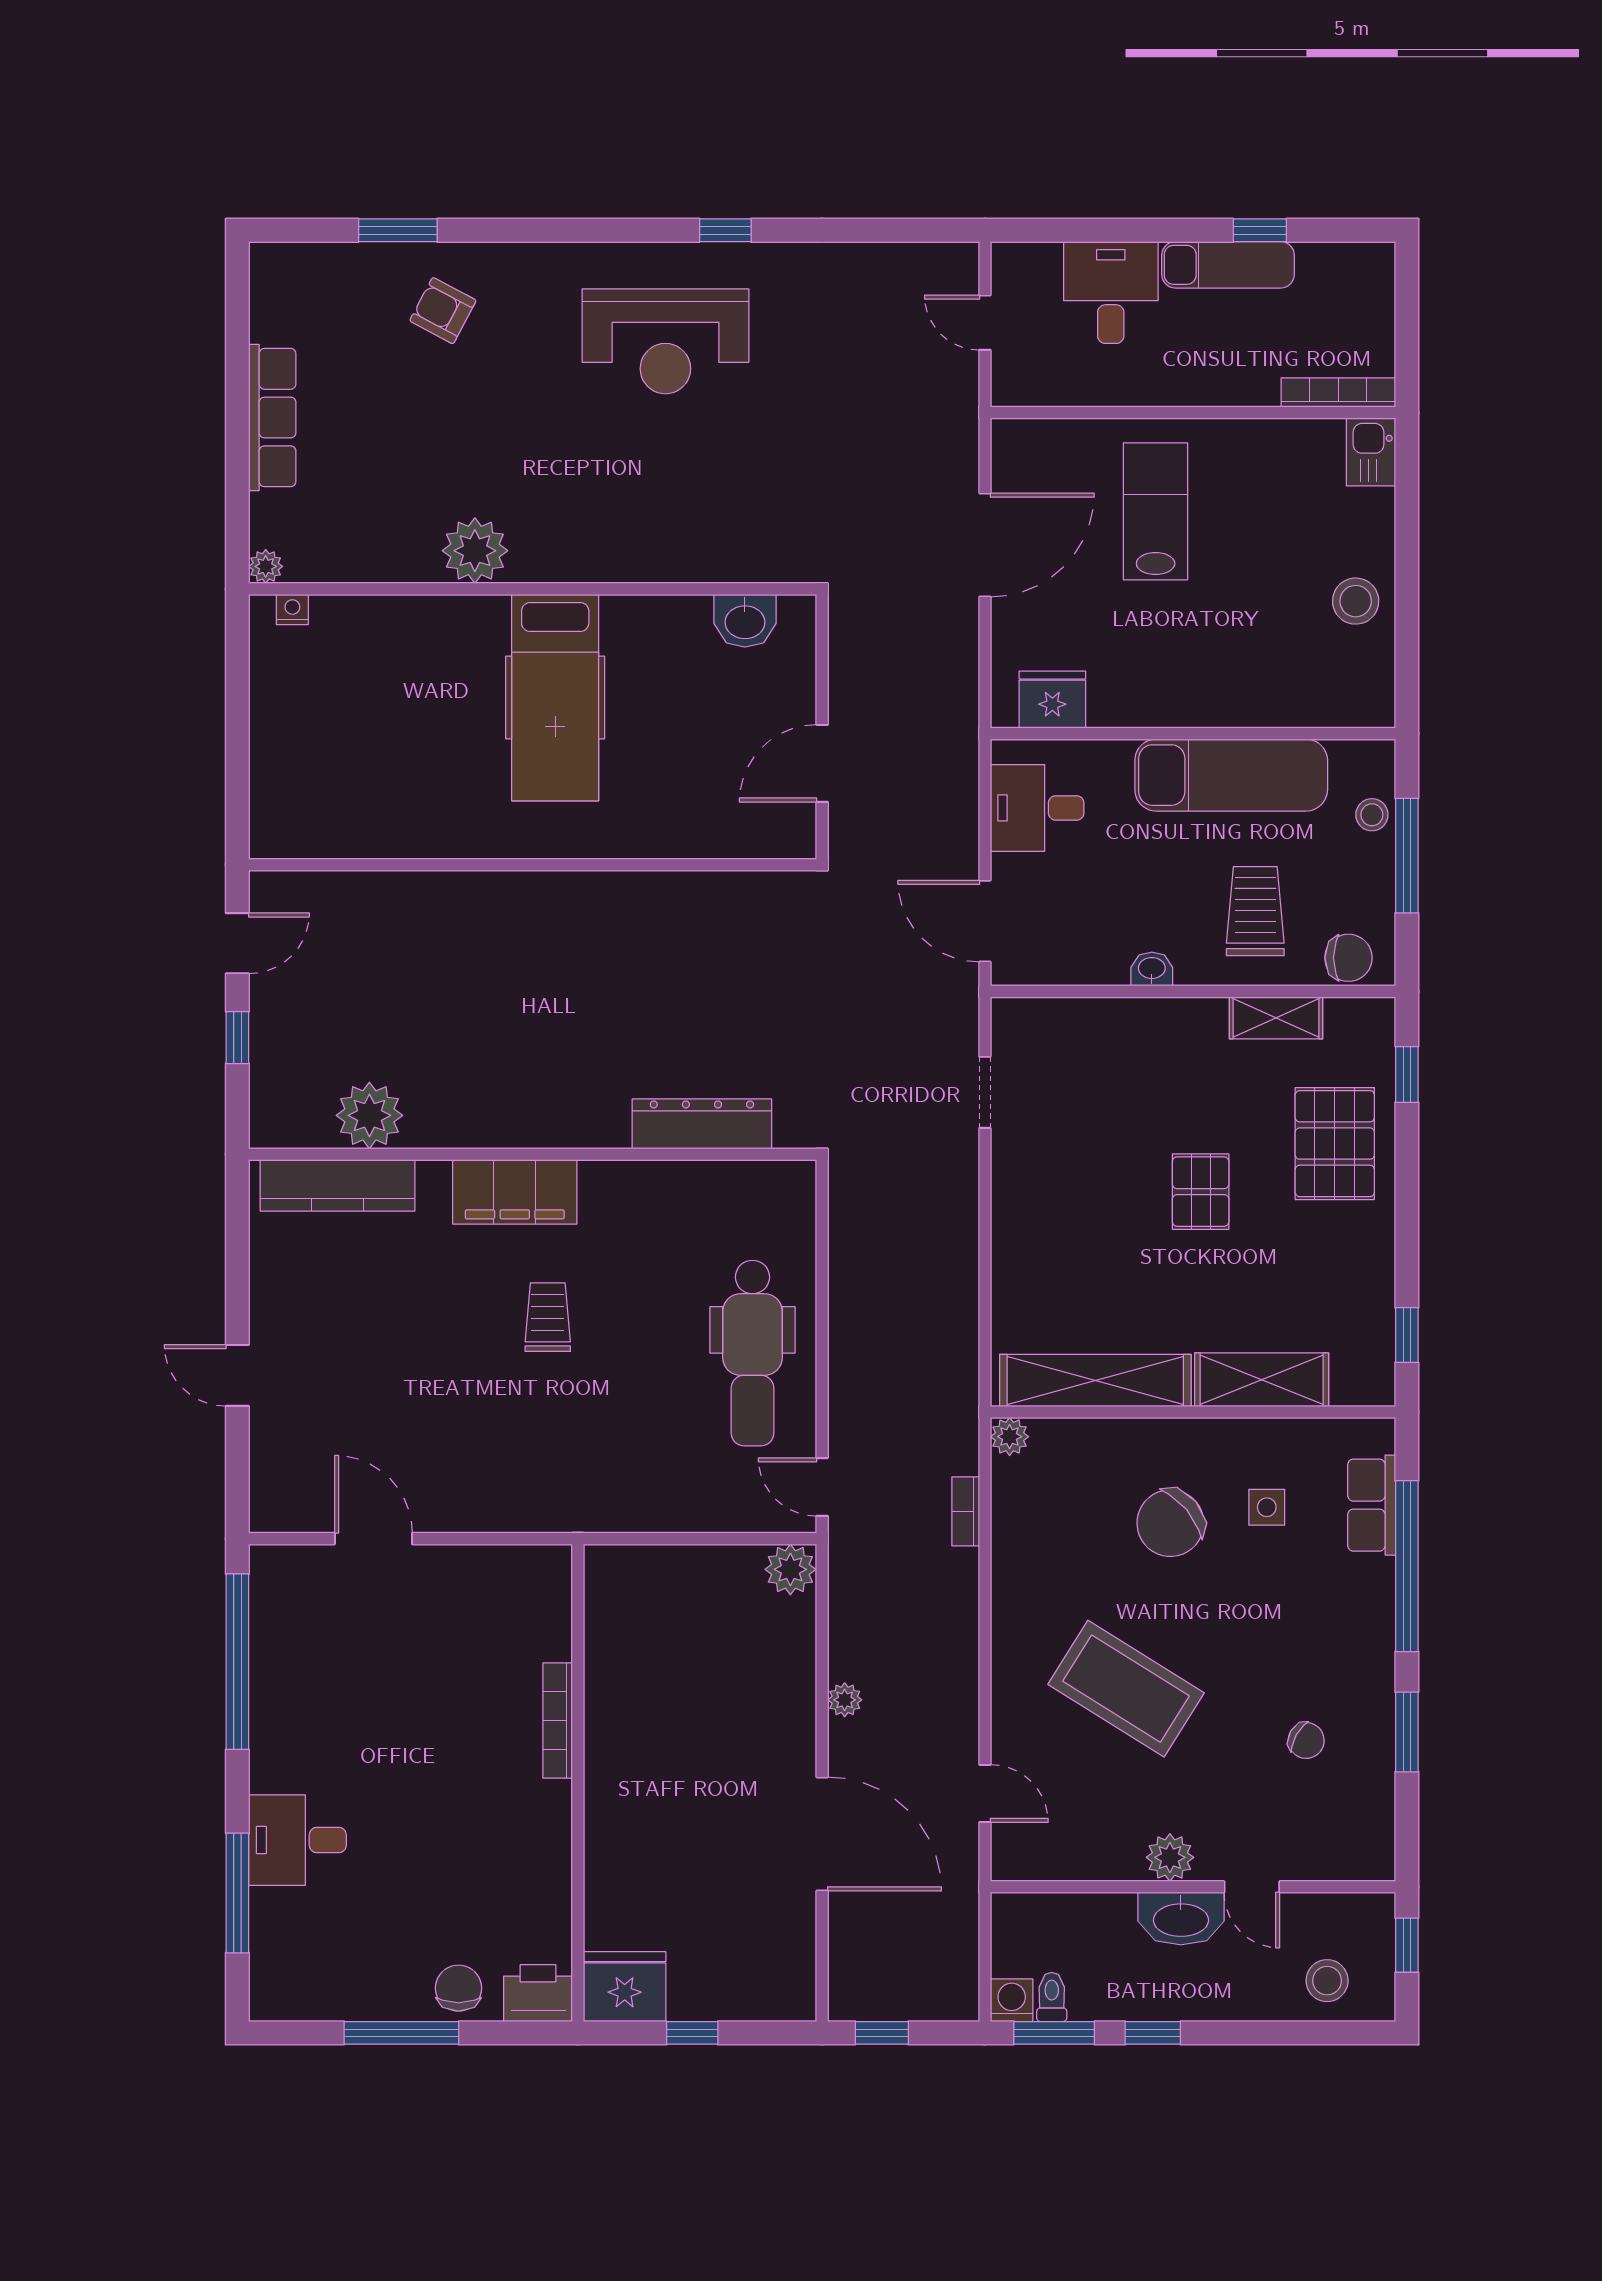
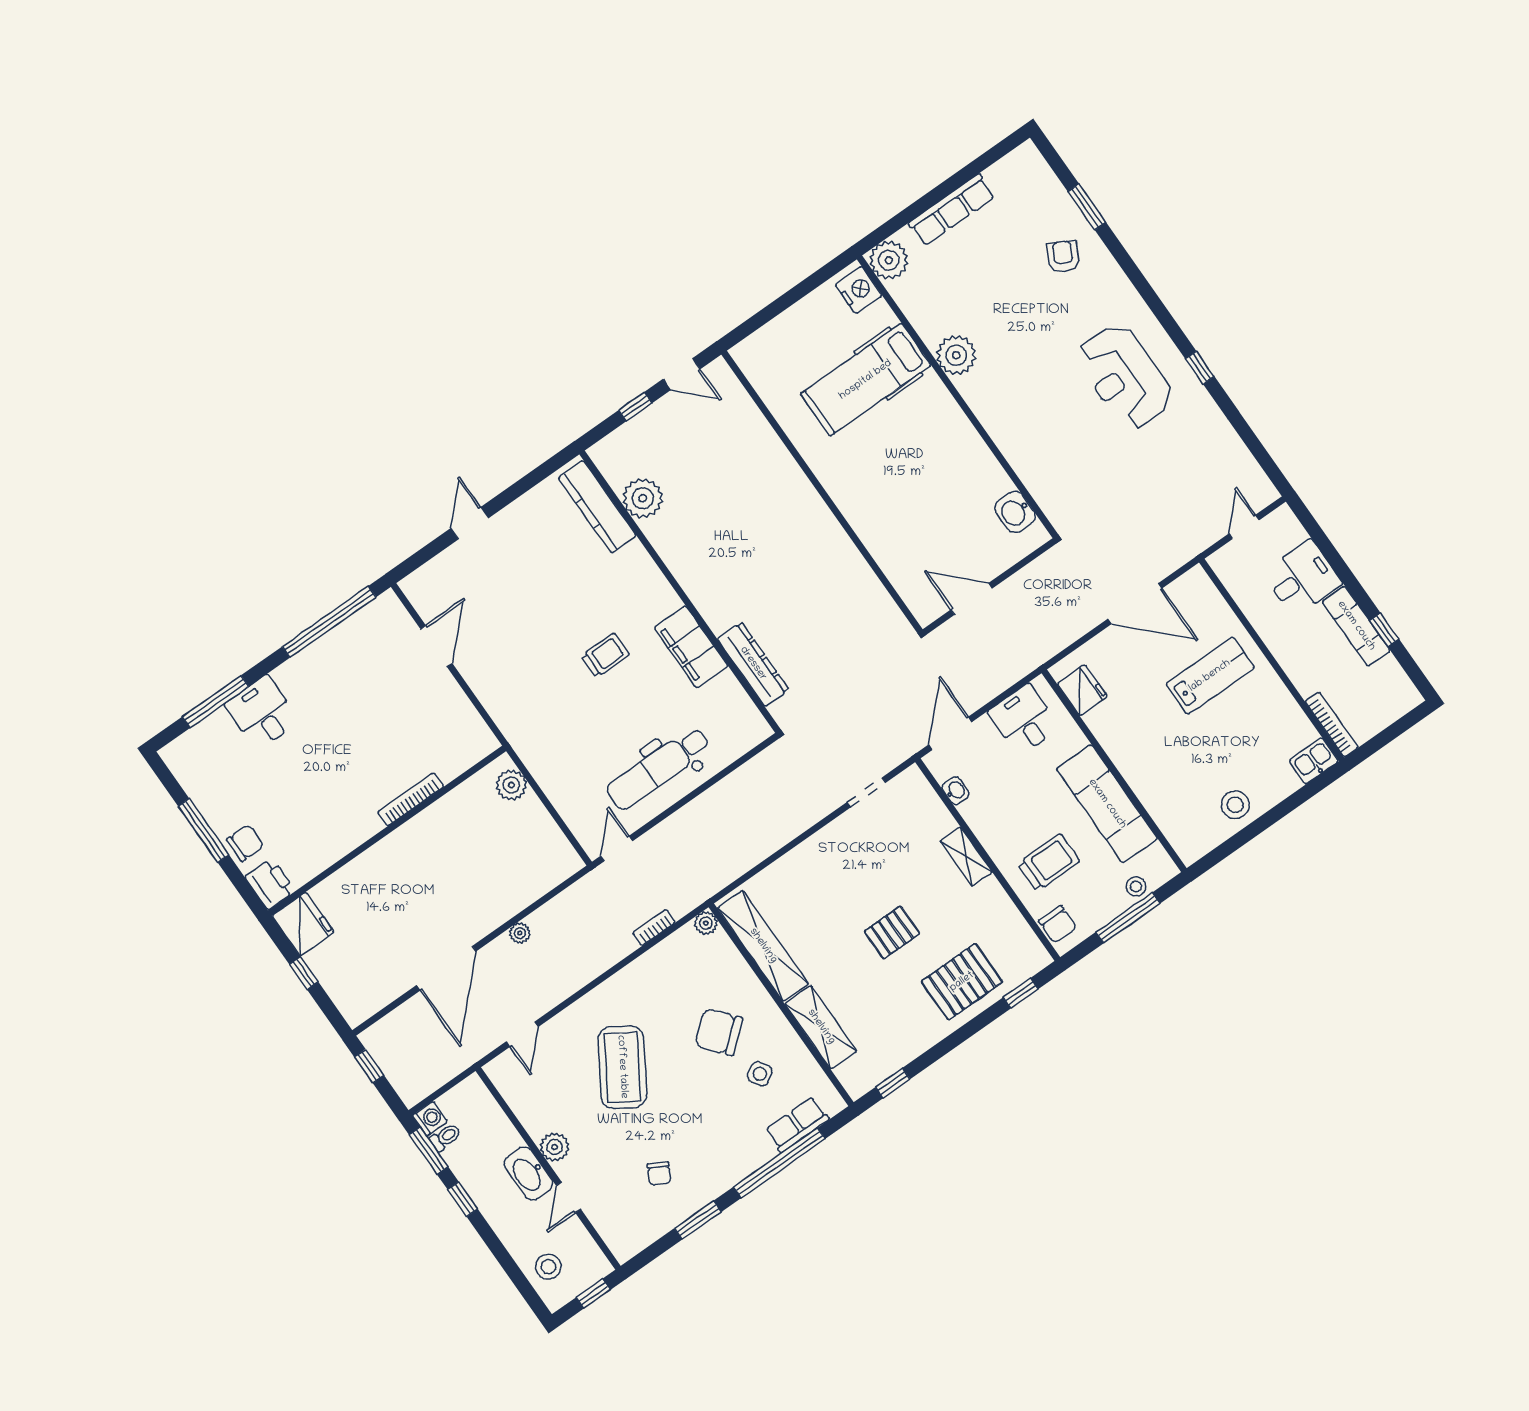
plant: (266, 566) -> (889, 260), width x1.88, depth x1.88
nightstand: (292, 609) -> (859, 290), width x1.89, depth x1.79
hospital bed: (555, 698) -> (866, 380), moved
washbasin: (1152, 969) -> (955, 791), moved
shelving: (1276, 1018) -> (966, 857), moved
filing cabinet: (515, 1192) -> (691, 647), moved
side table: (1267, 1507) -> (760, 1074), turned -33
plant: (790, 1569) -> (511, 785), moved

